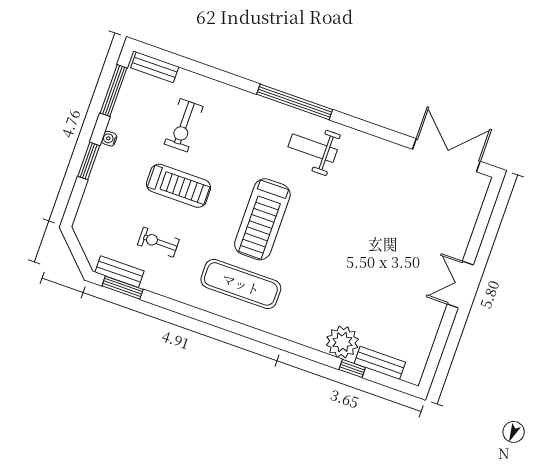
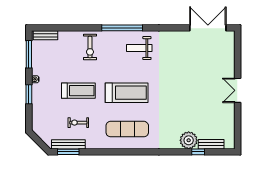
exercise bike: (184, 125) -> (90, 47), moved
treadmill: (262, 219) -> (127, 93), turned -90
bench: (119, 272) -> (68, 144), width x1.36

